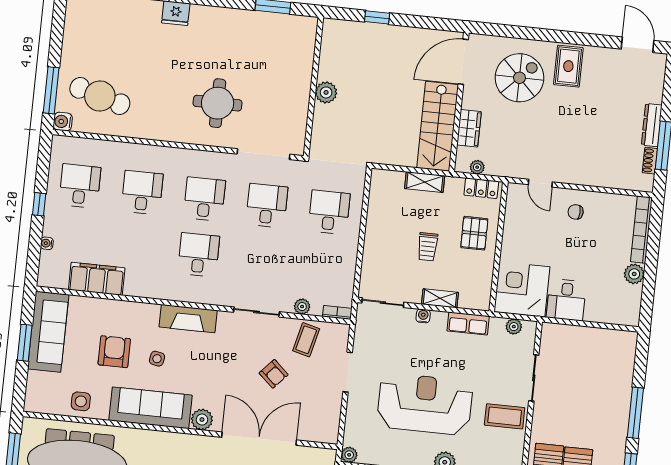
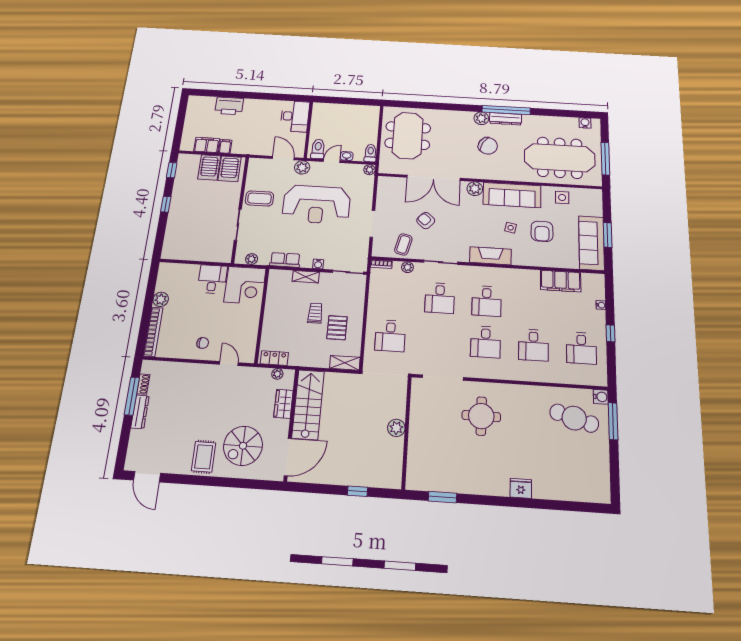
shelving: (425, 182) -> (345, 363), moved
desk: (267, 206) -> (440, 298), moved
pallet: (474, 233) -> (337, 328), moved
window: (635, 413) -> (166, 204), width x0.46

